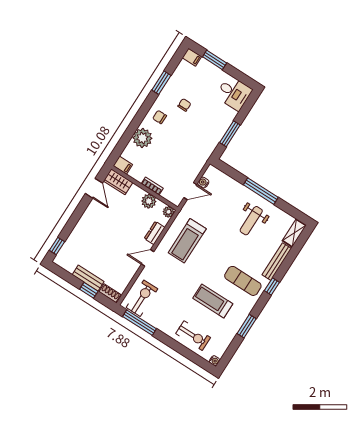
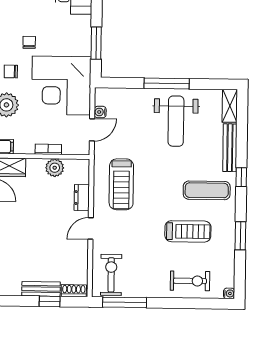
corner desk: (188, 148) -> (61, 86), added
plant: (169, 212) -> (83, 166), removed
weight bench: (251, 221) -> (176, 121), width x1.36, depth x1.33
treadmill: (213, 301) -> (188, 231), turned 180

